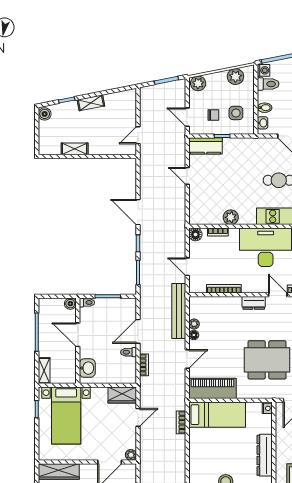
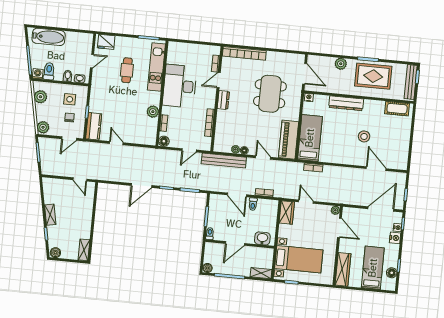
shelving: (75, 149) -> (84, 250), moved
door: (187, 176) -> (116, 143), swing flipped
boiler: (70, 304) -> (207, 268), moved

